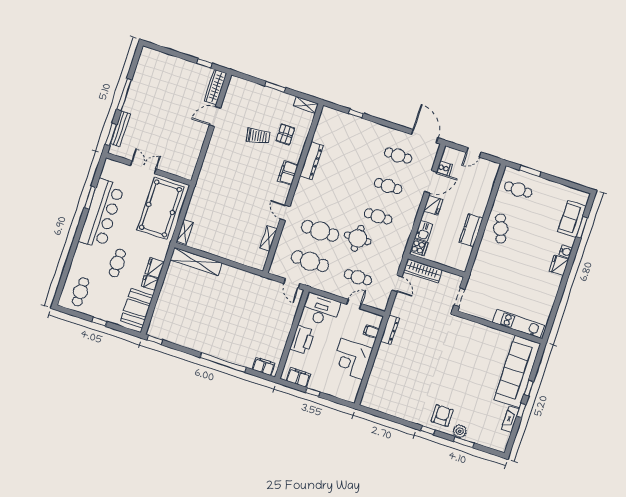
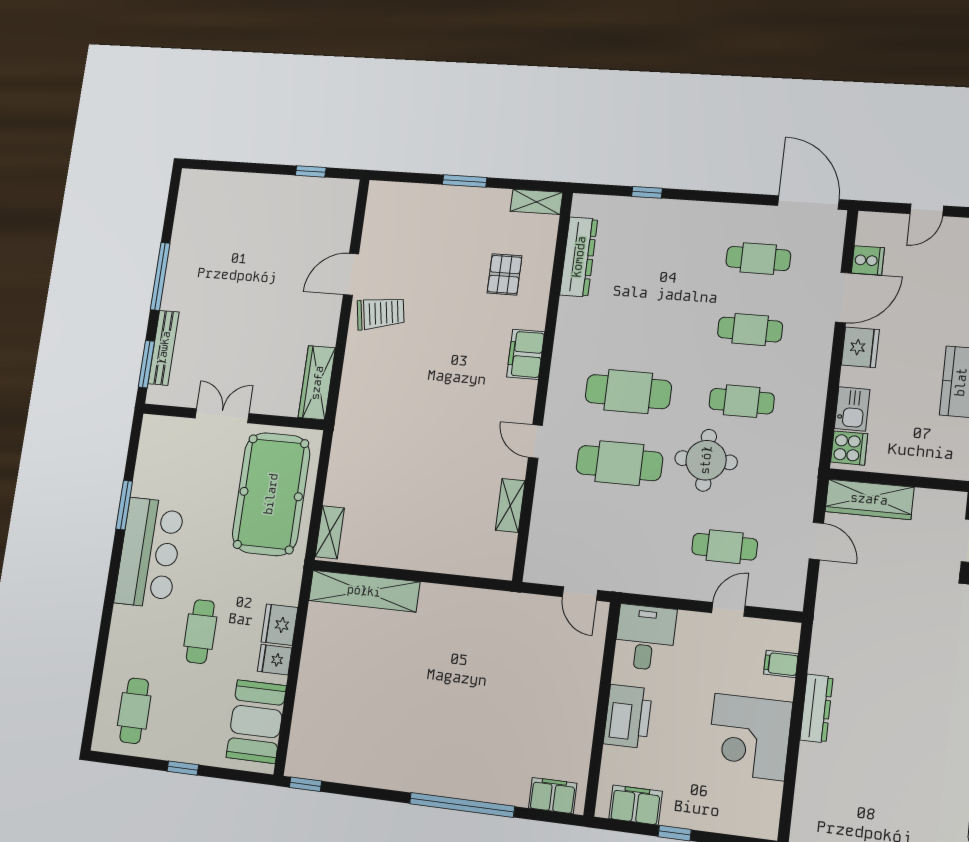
wardrobe: (215, 87) -> (317, 383), moved
trolley: (258, 136) -> (381, 313), moved
dresser: (311, 161) -> (579, 257), moved
bar counter: (102, 214) -> (149, 553), width x0.73
cafe table: (310, 261) -> (628, 392), moved
desk: (321, 310) -> (645, 638), width x0.73
dresser: (390, 330) -> (816, 708), moved

